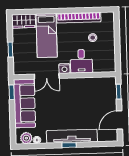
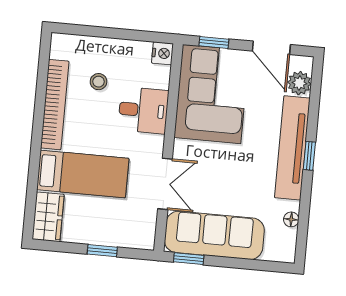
nightstand: (64, 68) -> (162, 53), moved
corner sofa: (93, 94) -> (212, 94), added
plant: (26, 138) -> (299, 83), moved

